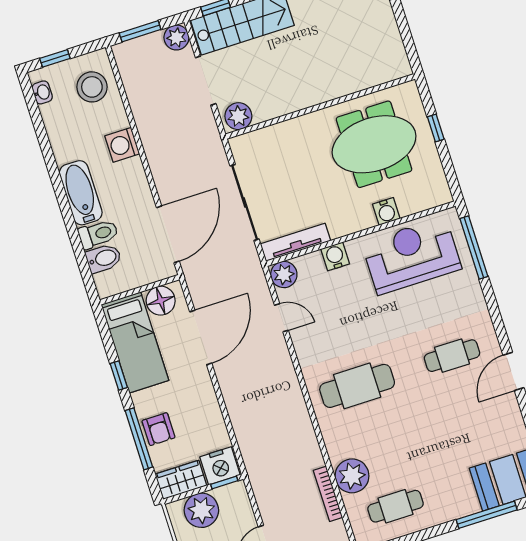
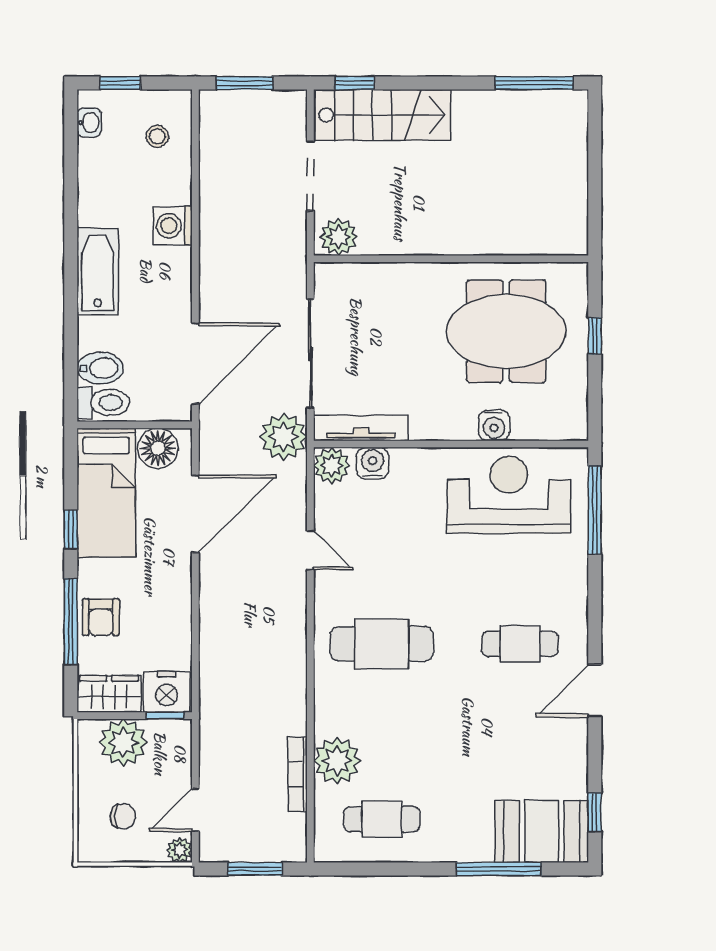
plant: (176, 38) -> (284, 437), moved, width x1.36, depth x1.36
stool: (92, 87) -> (157, 136), width x0.53, depth x0.53
toilet: (98, 234) -> (103, 403), moved
water cooler: (335, 256) -> (373, 463), moved
door: (281, 318) -> (310, 550), moved

